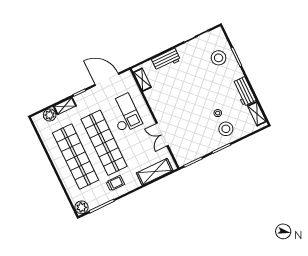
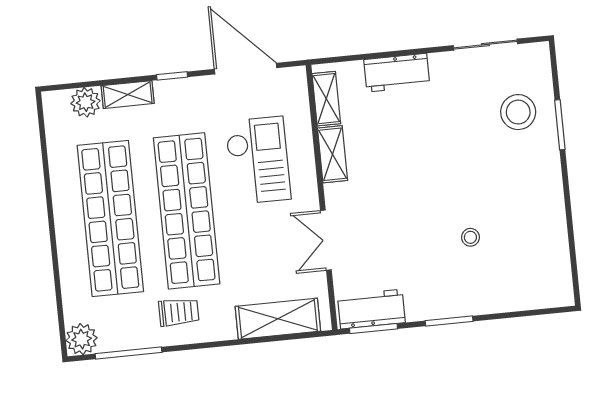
workbench: (244, 91) -> (371, 309), moved, turned 90
shelving: (257, 114) -> (332, 154), moved
stool: (226, 129) -> (476, 280), removed

